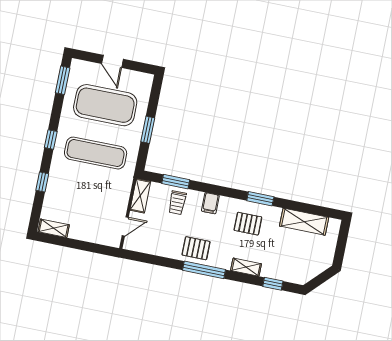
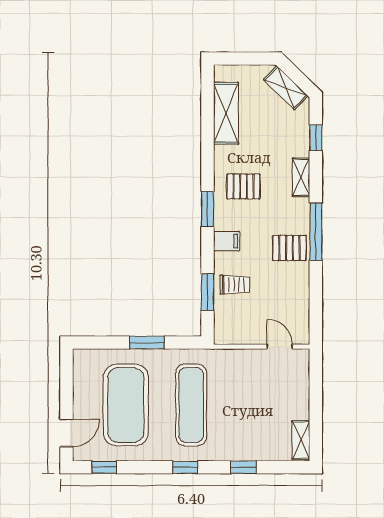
door: (112, 61) -> (66, 433), moved
window: (63, 80) -> (104, 467), width x0.67
shelving: (140, 196) -> (286, 88), moved, turned 44
window: (260, 199) -> (207, 209), moved
pallet: (248, 224) -> (243, 186), turned 90
pallet: (196, 248) -> (289, 248), turned 90

